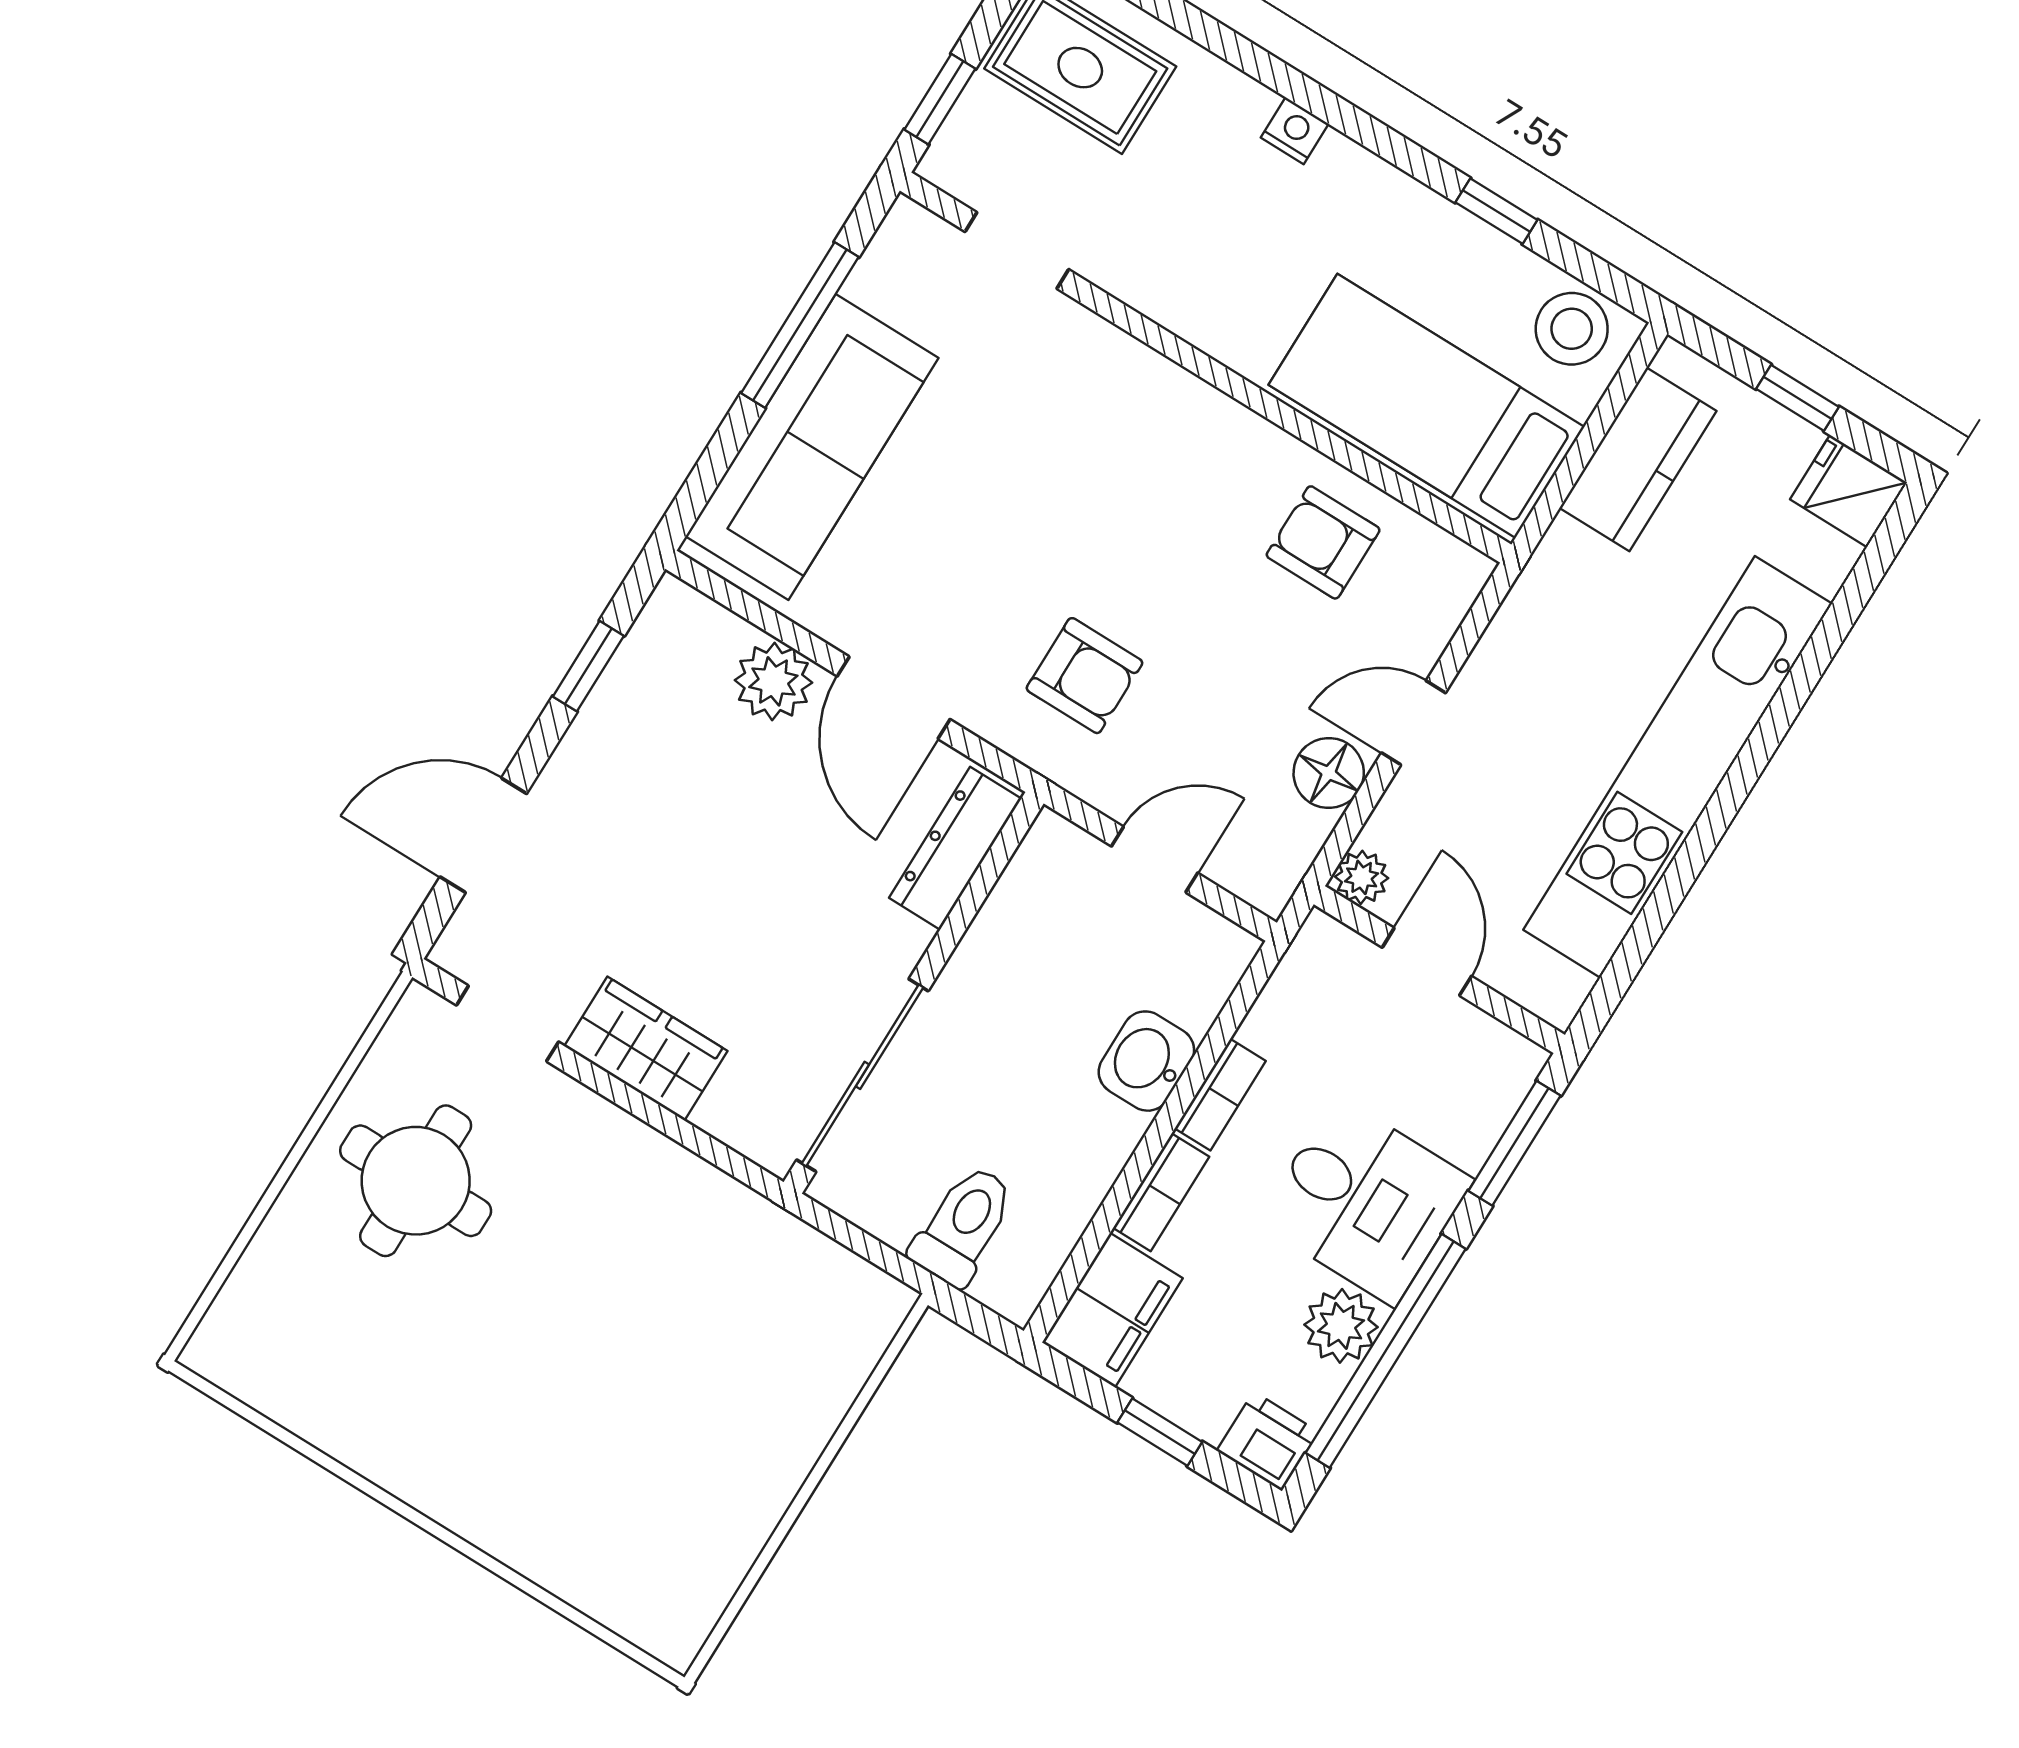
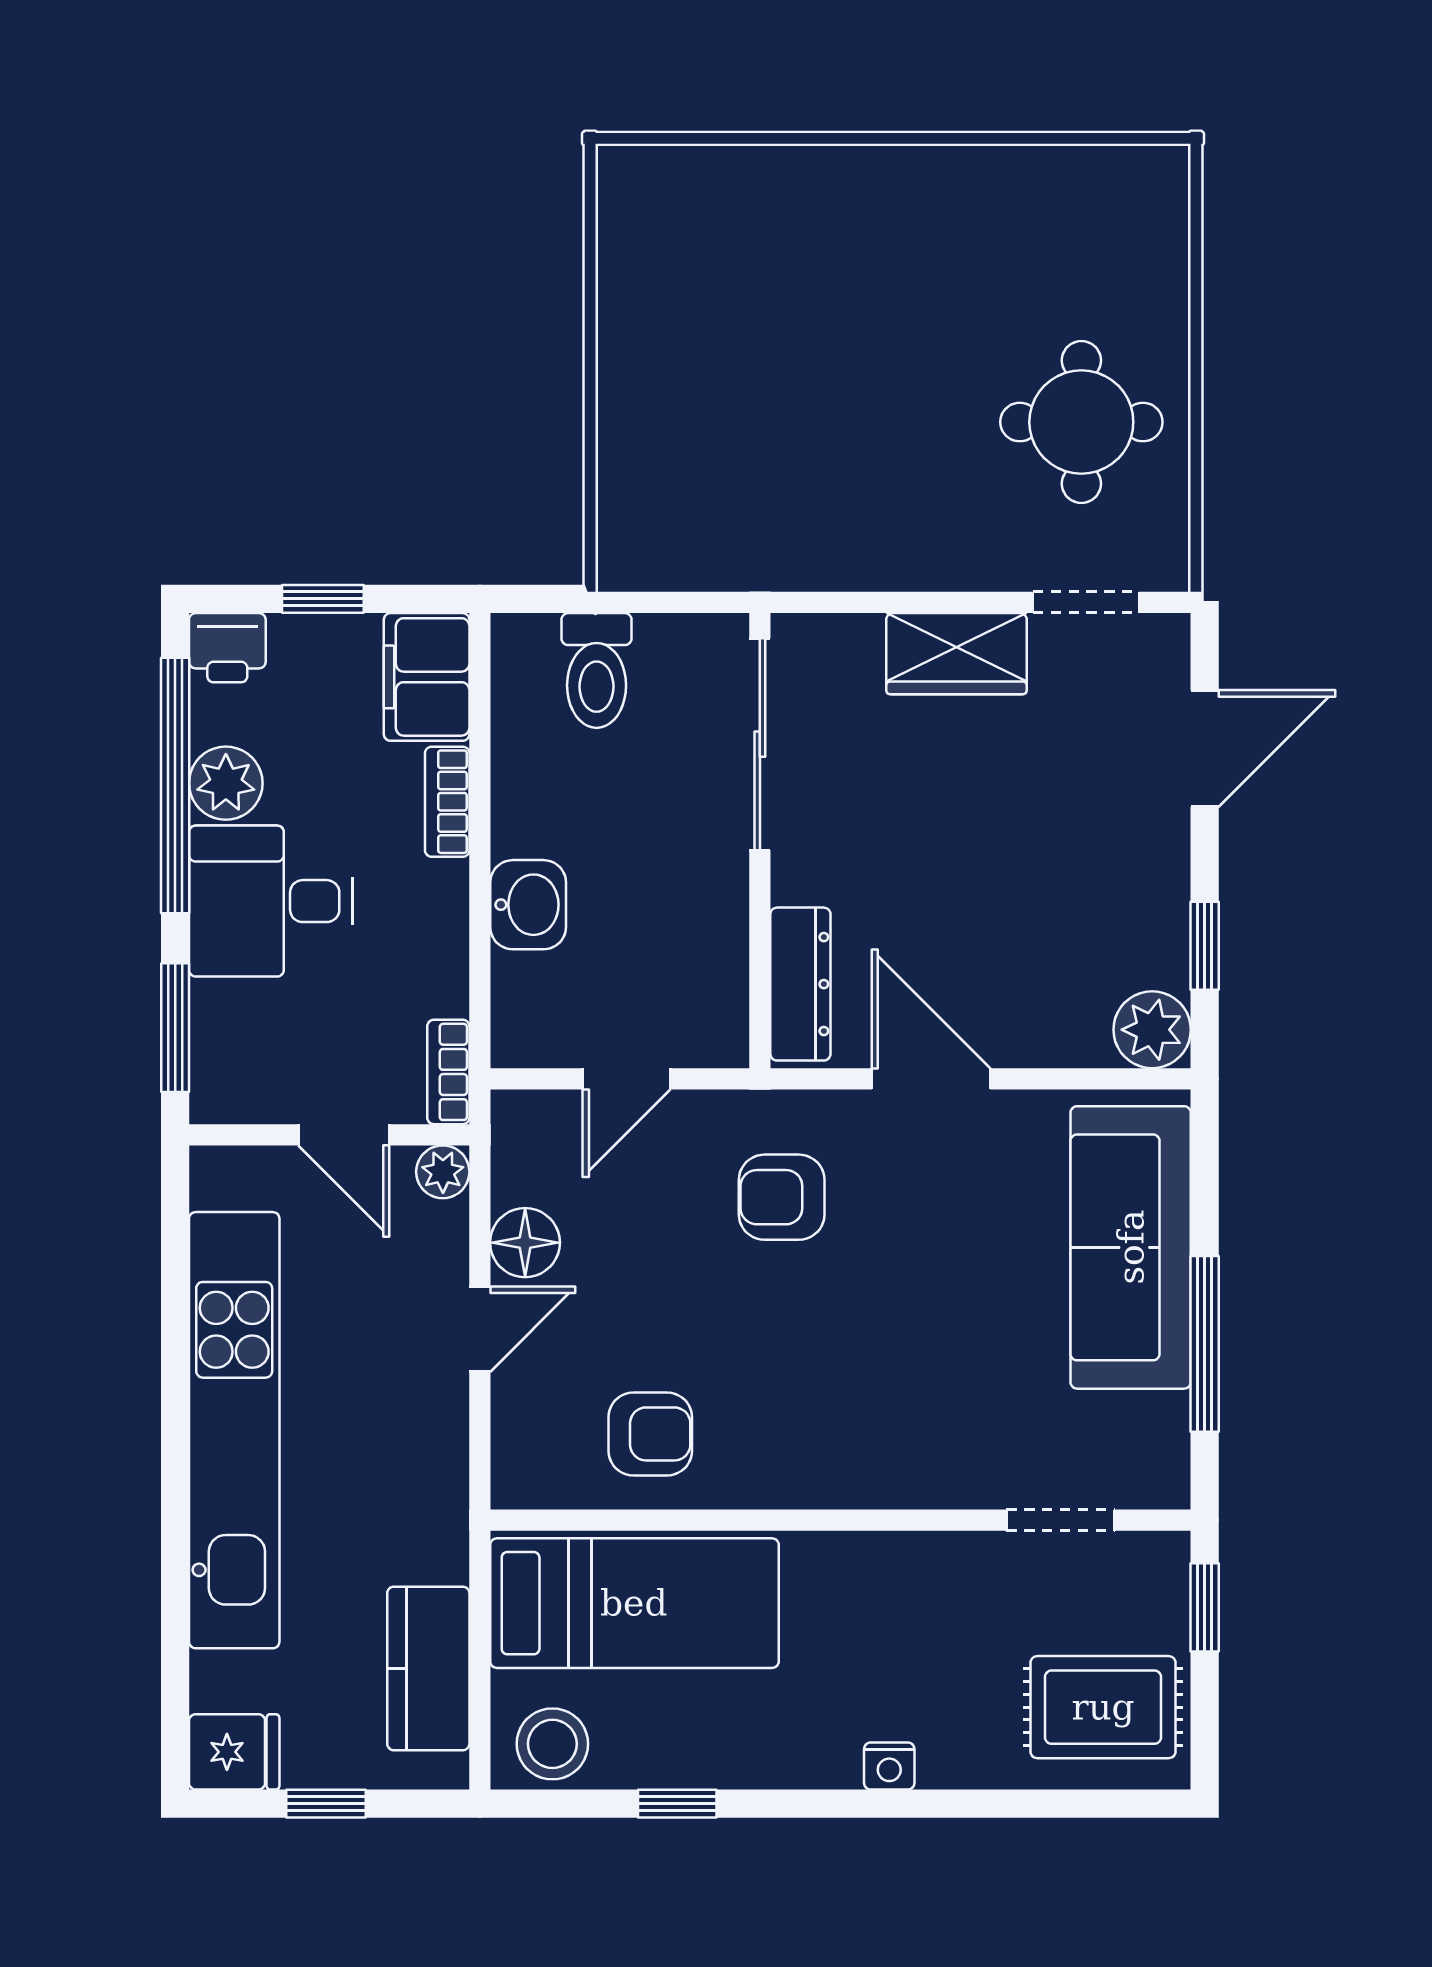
plant: (773, 681) -> (1152, 1030), moved
bookcase: (1220, 1095) -> (448, 1072), moved

